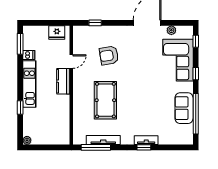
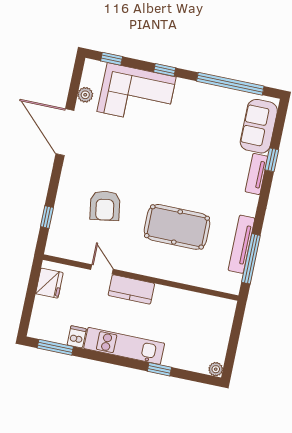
sofa: (184, 108) -> (259, 126), moved, turned 90
window: (144, 147) -> (272, 160), moved

